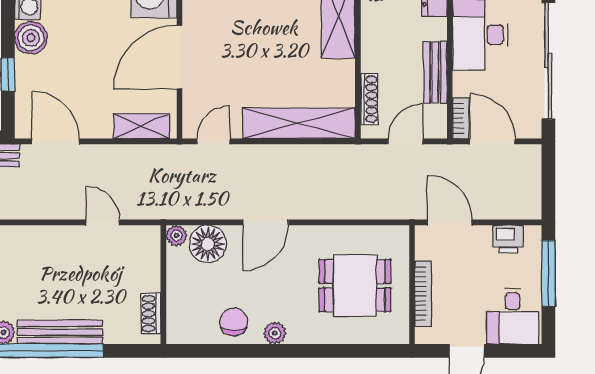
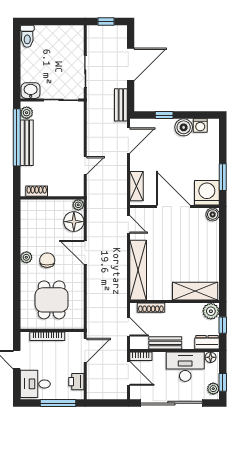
door: (493, 141) -> (128, 373), hinge flipped
chair: (234, 322) -> (47, 260), moved, turned -90

